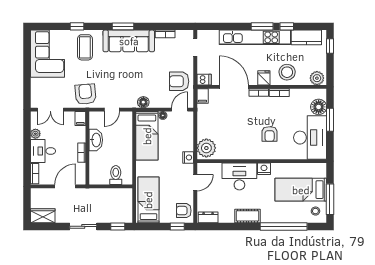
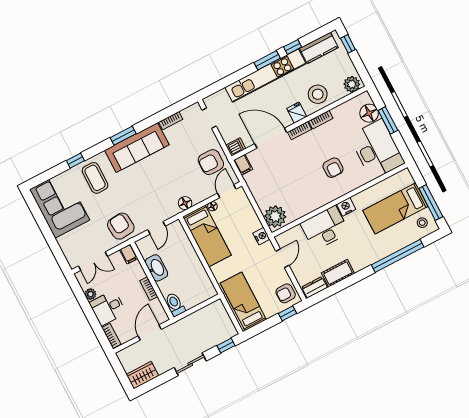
toilet: (116, 175) -> (175, 304), moved
cot: (248, 216) -> (338, 273), moved

